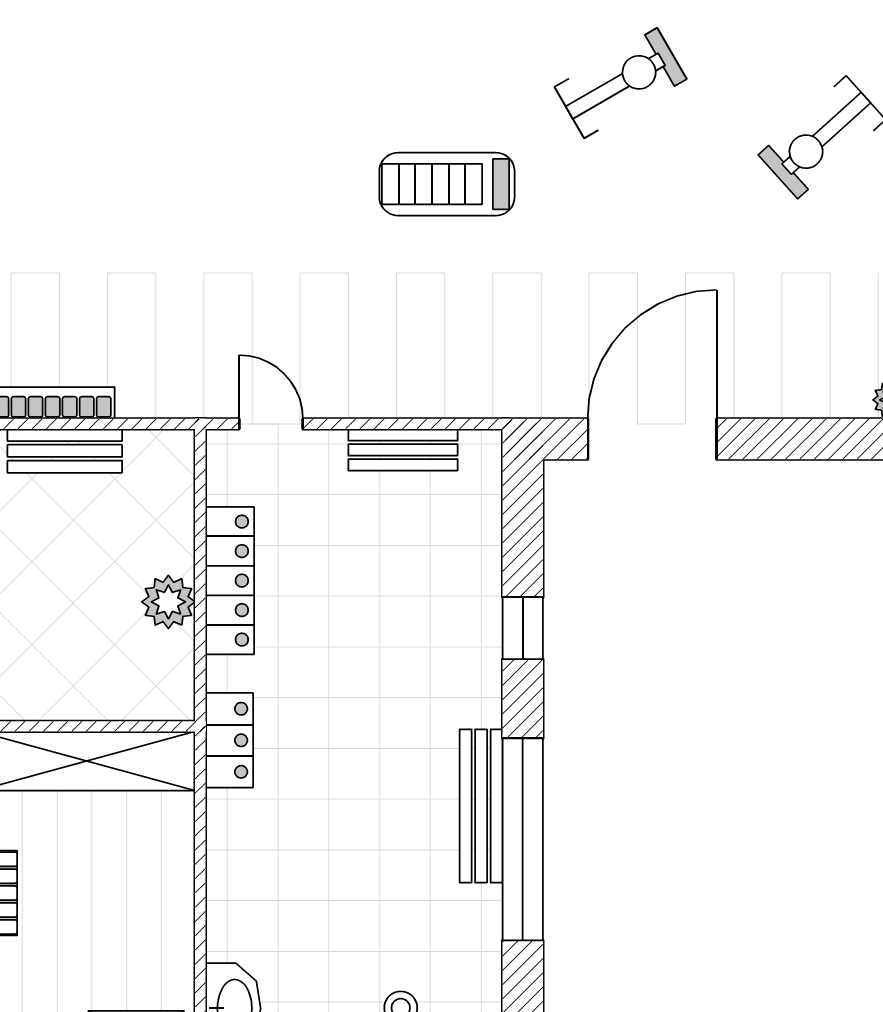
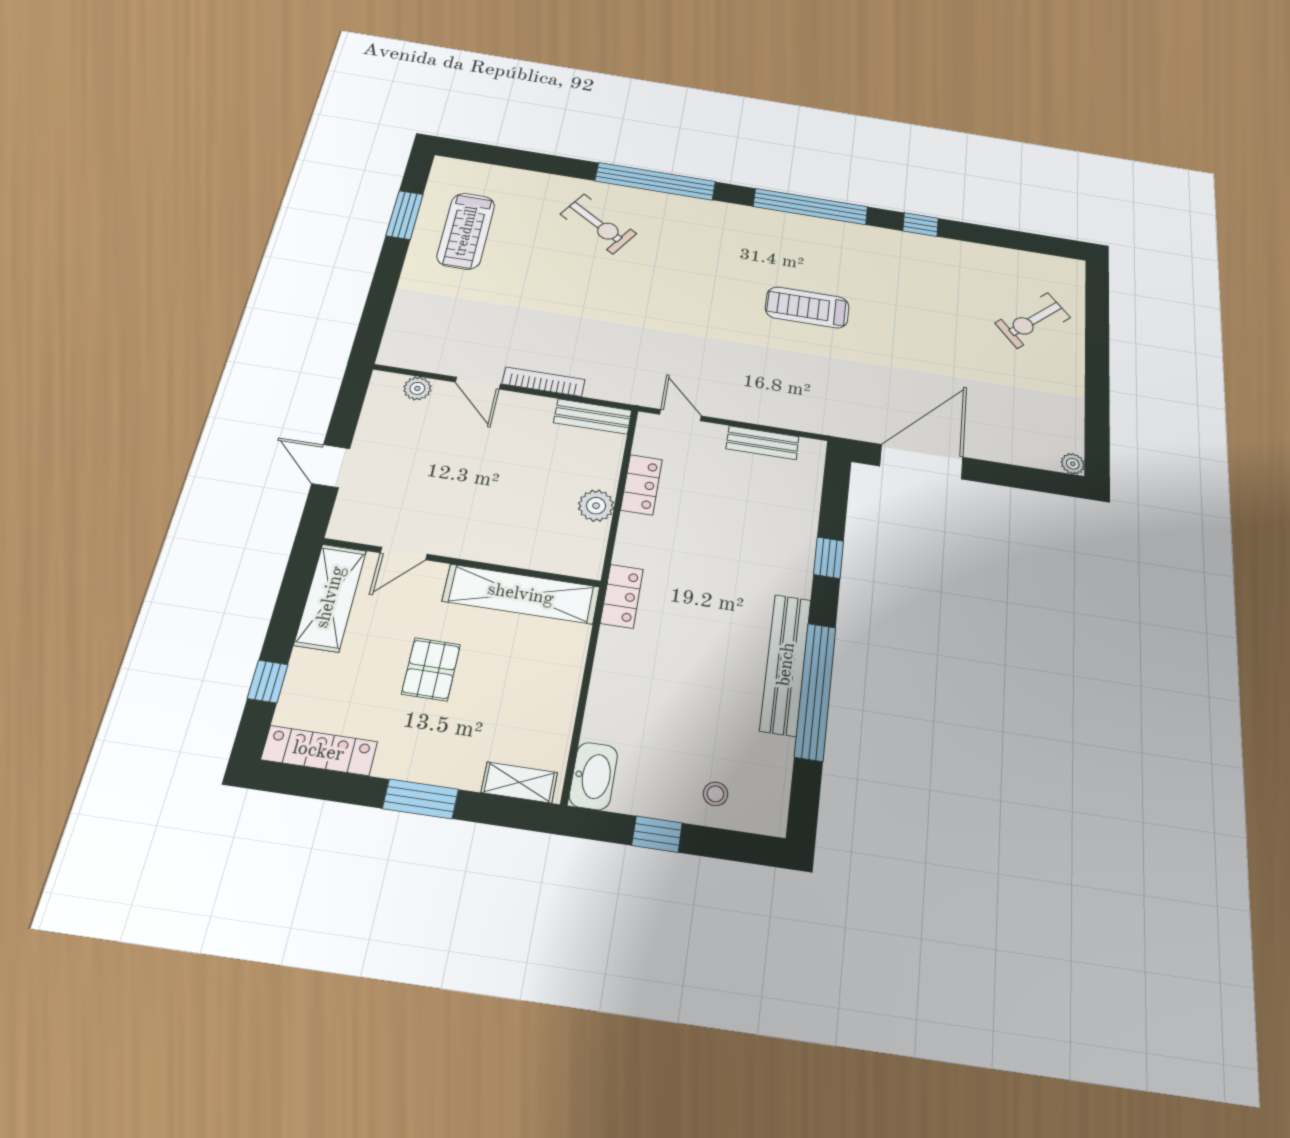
exercise bike: (621, 83) -> (598, 224), moved, turned 63
bench: (65, 451) -> (593, 416), moved
locker: (230, 581) -> (641, 485), width x0.66
bench: (481, 806) -> (786, 664), width x1.37, depth x1.21

